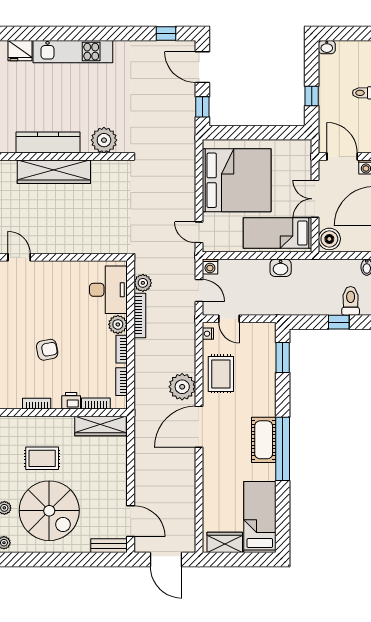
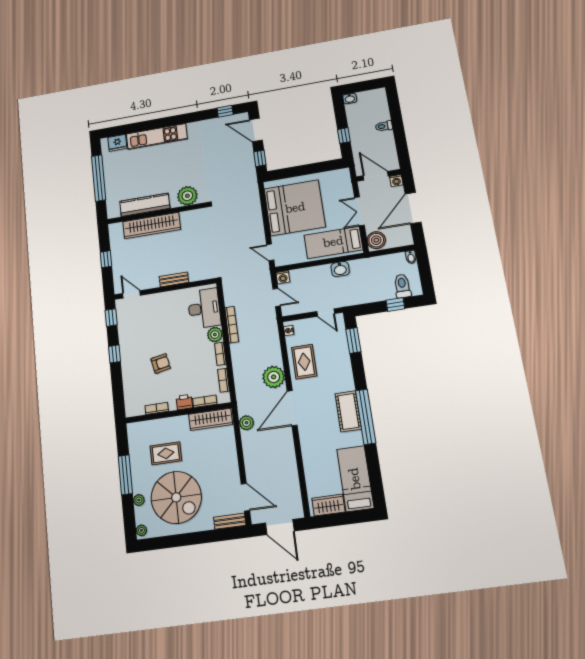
bench: (75, 247) -> (174, 279), added
plant: (143, 283) -> (246, 423), moved
door: (229, 319) -> (326, 313), moved

